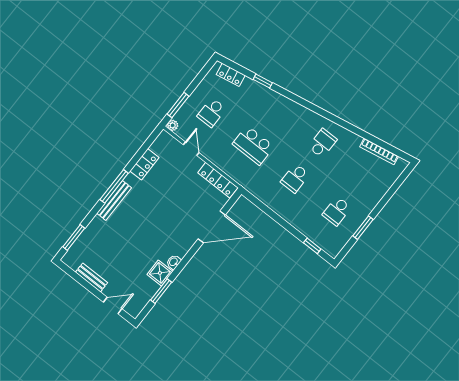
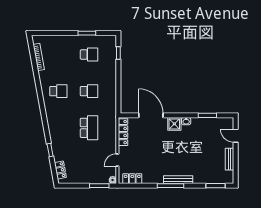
school desk: (211, 112) -> (89, 164), removed
school desk: (322, 143) -> (58, 91), turned 180
locker: (144, 164) -> (132, 179), moved
shower: (160, 273) -> (174, 124), moved

